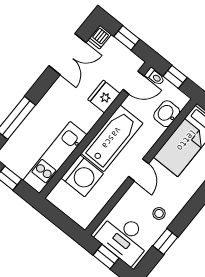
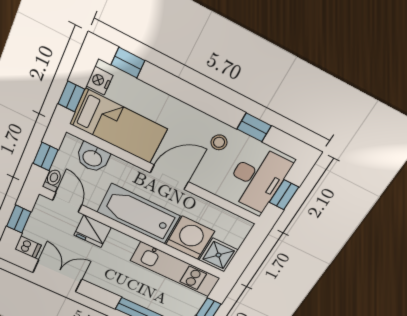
door: (139, 170) -> (169, 177), width x1.38
shower: (62, 196) -> (218, 255), added

